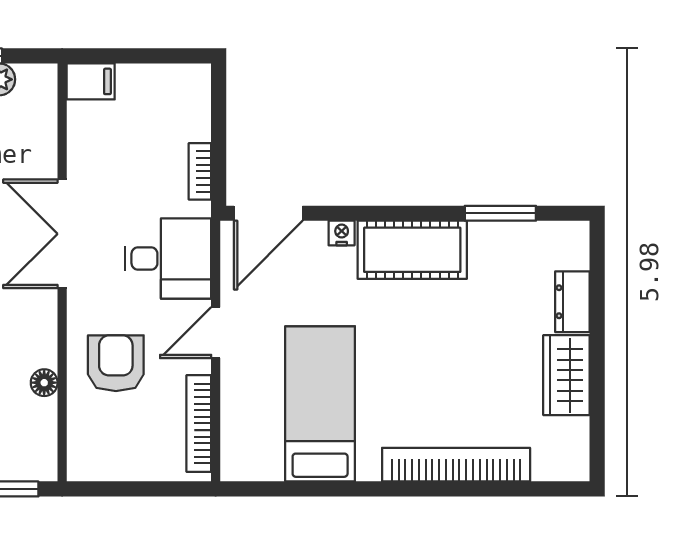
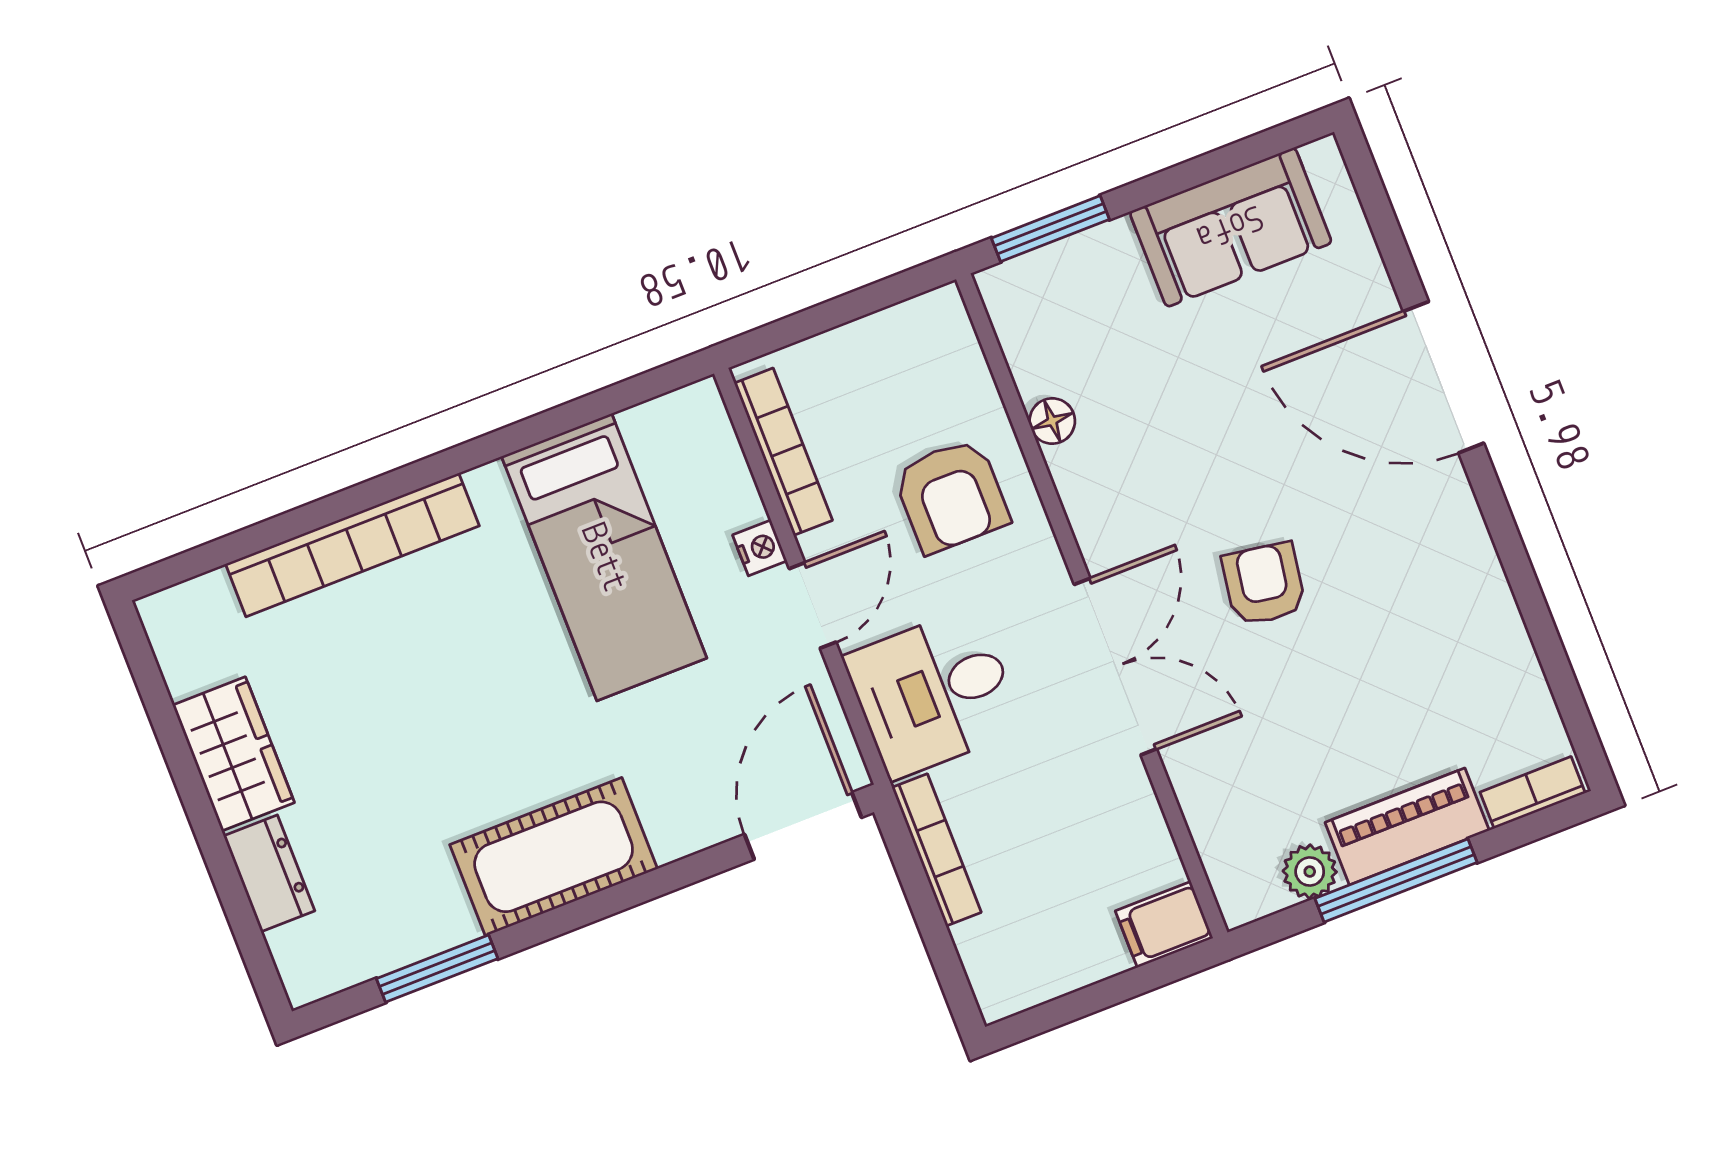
bookcase: (200, 171) -> (937, 850), width x1.56
nightstand: (342, 233) -> (760, 548), moved, turned -90

